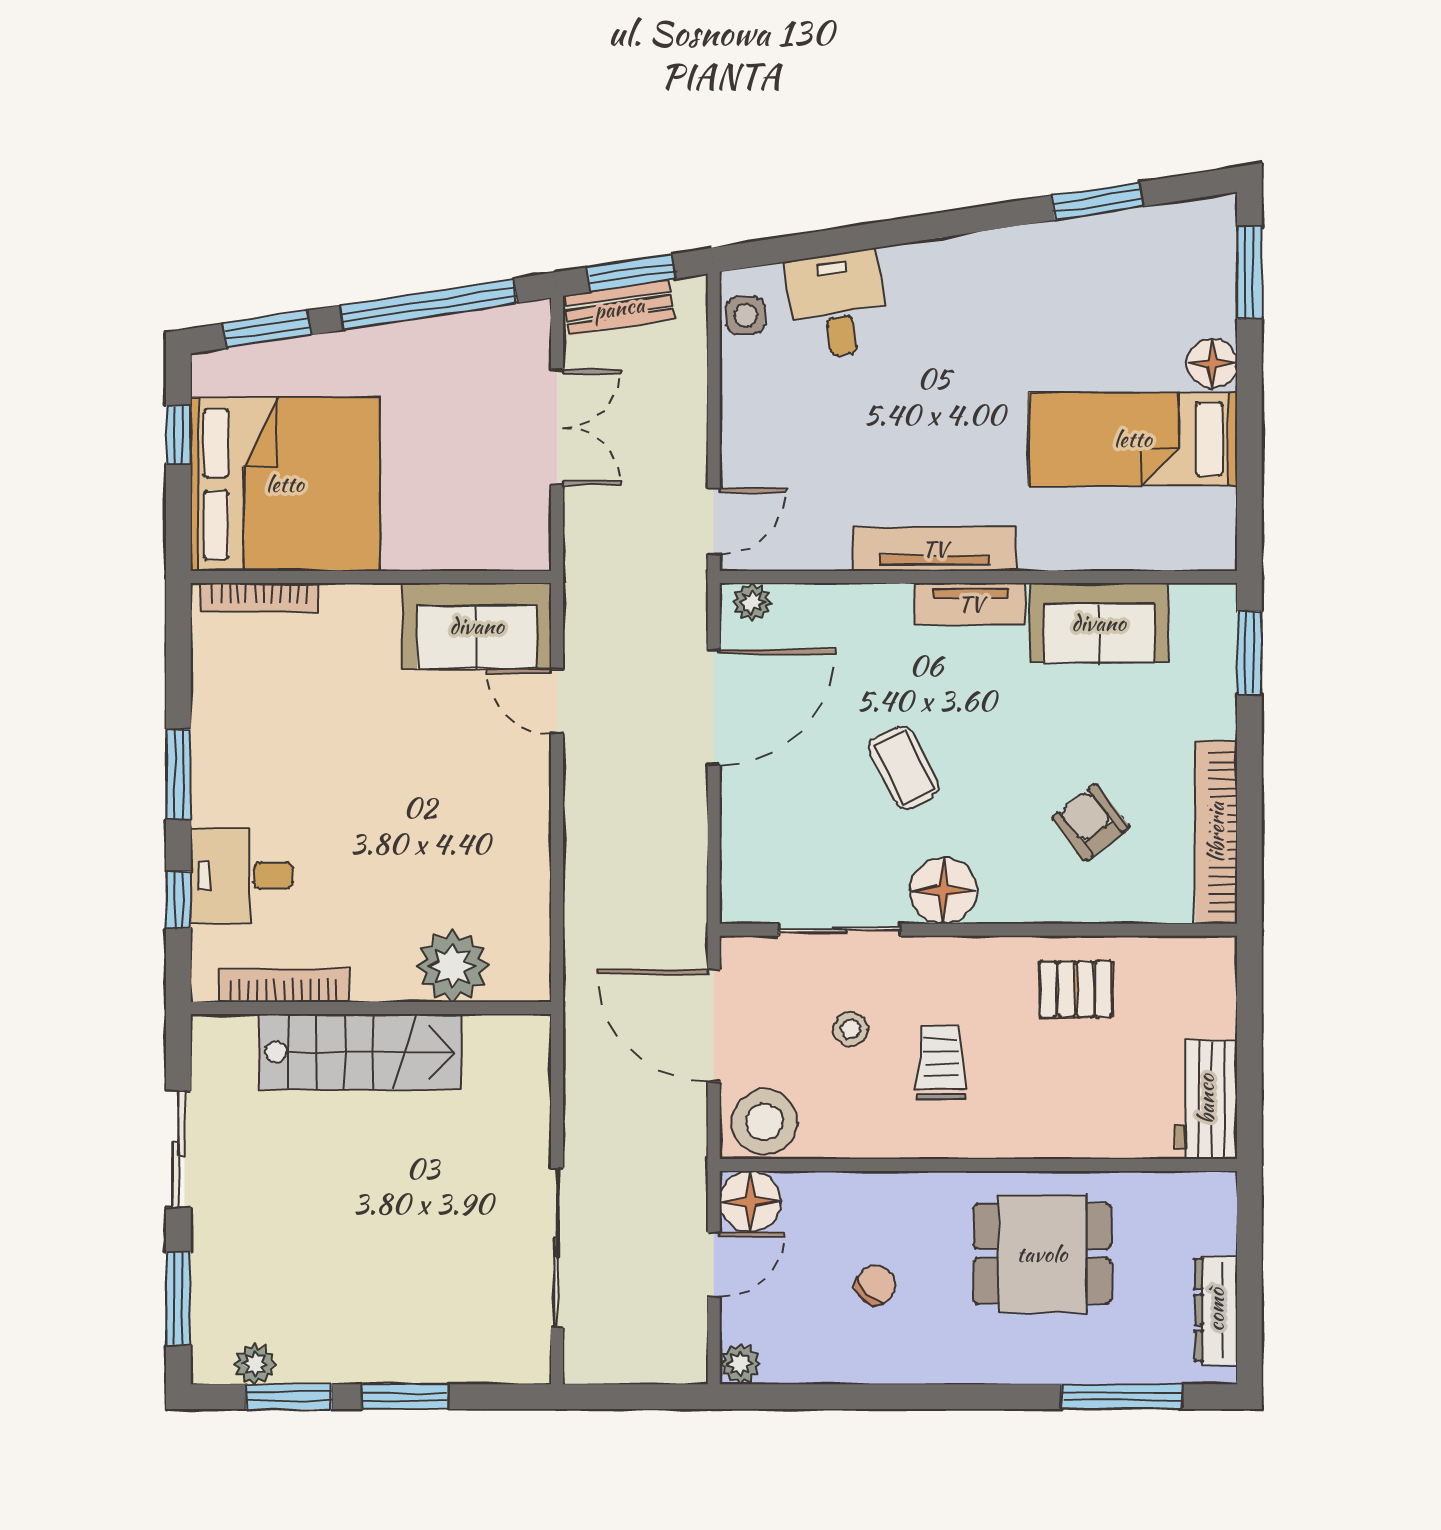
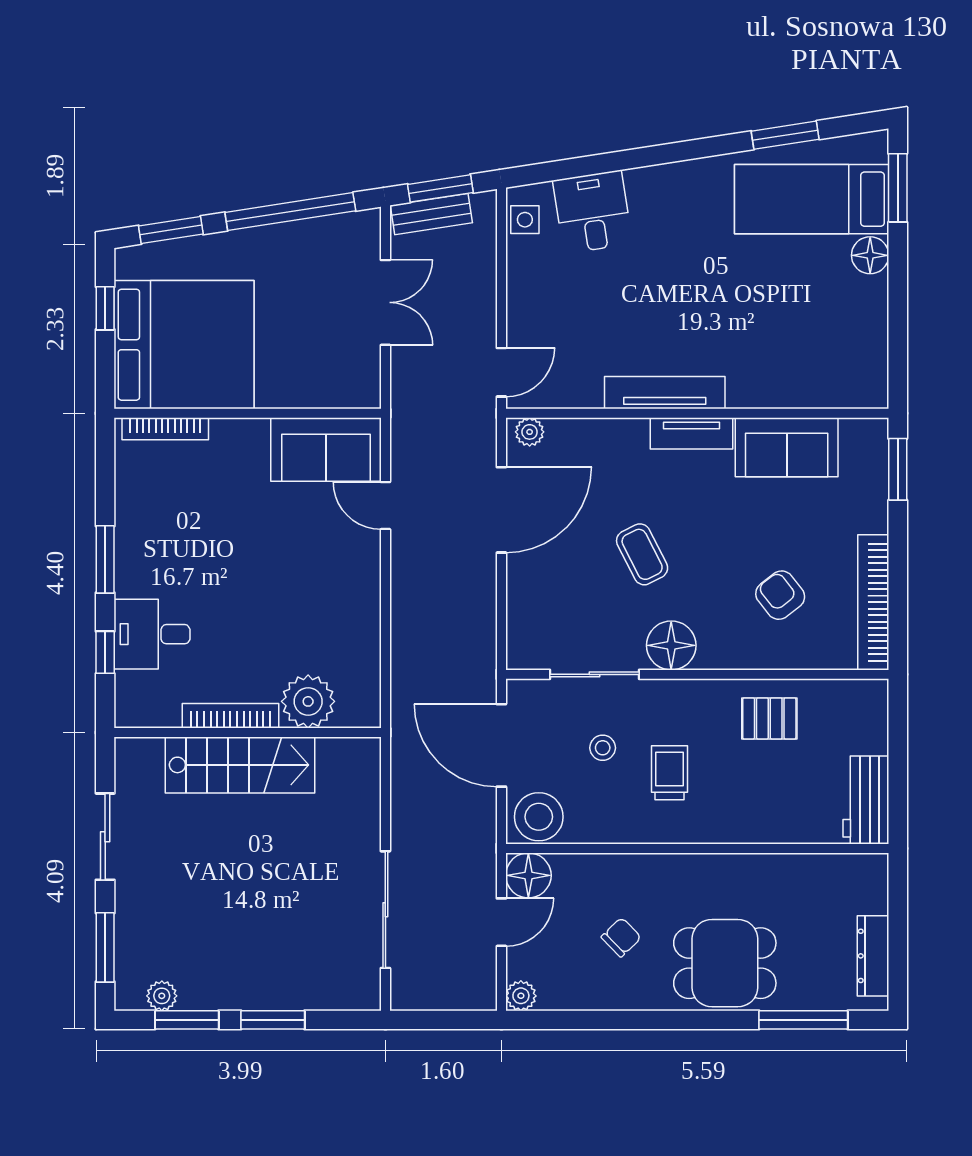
bed: (1133, 439) -> (812, 199), moved
bookcase: (284, 986) -> (230, 716), moved
dining table: (1042, 1254) -> (725, 963), moved

